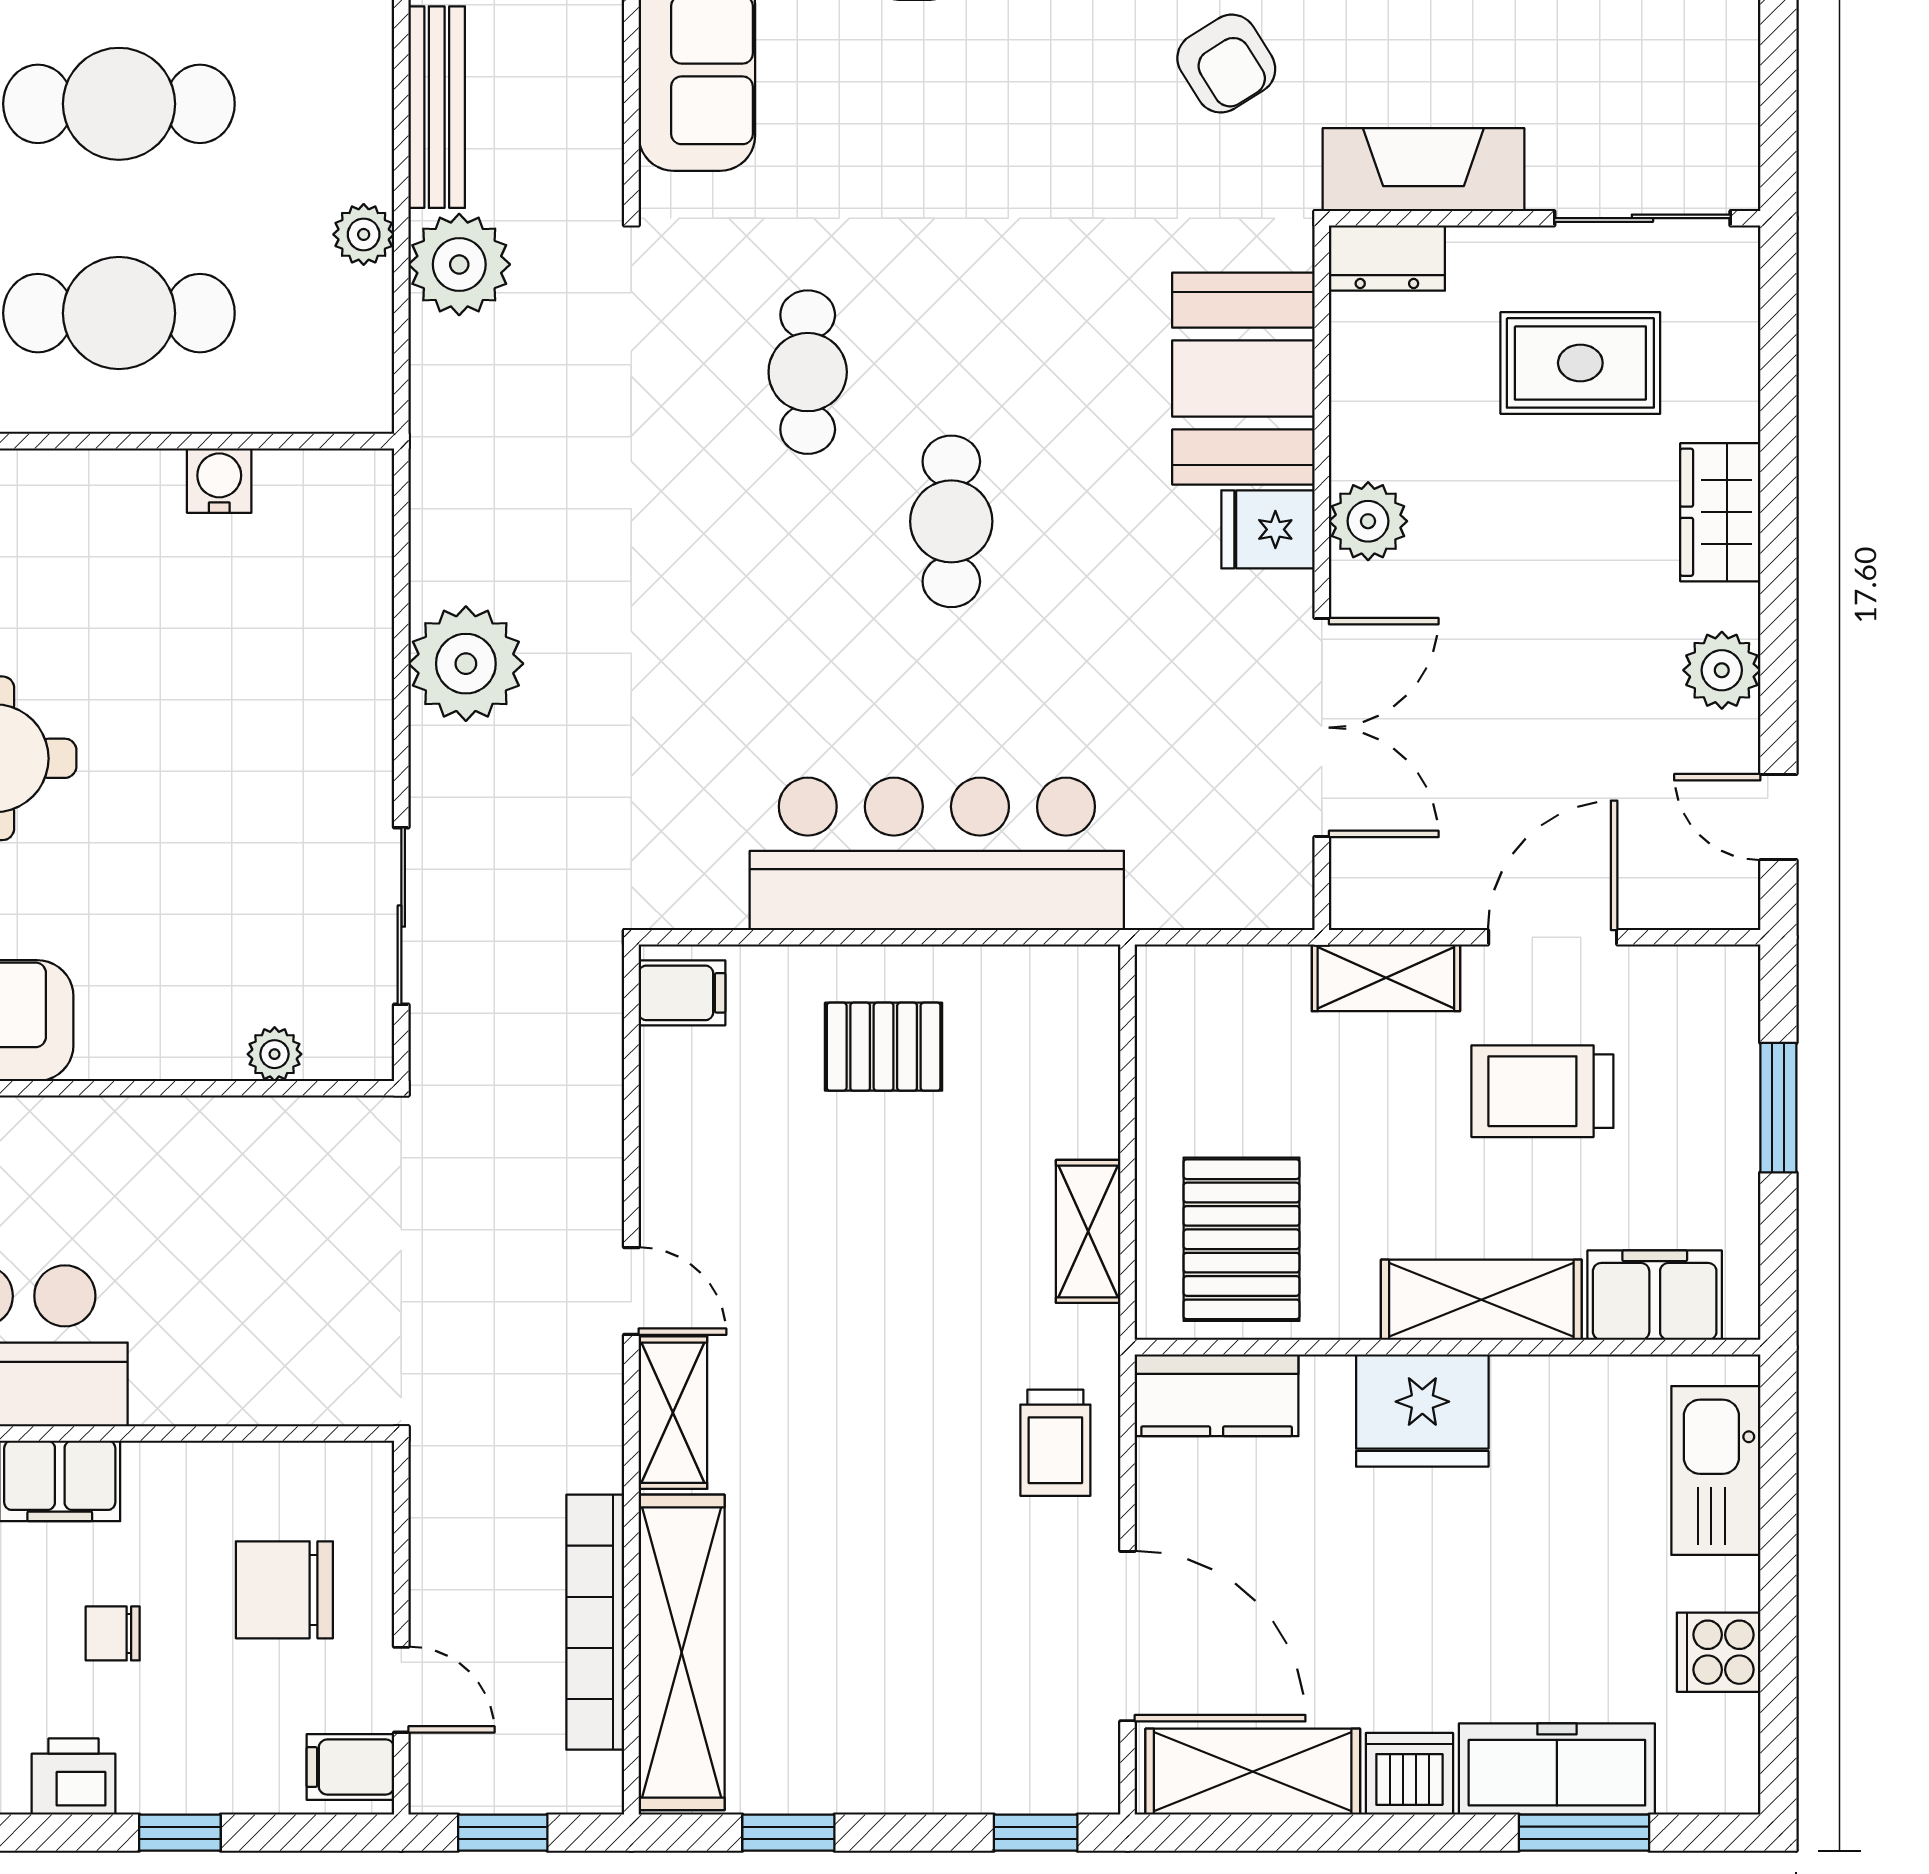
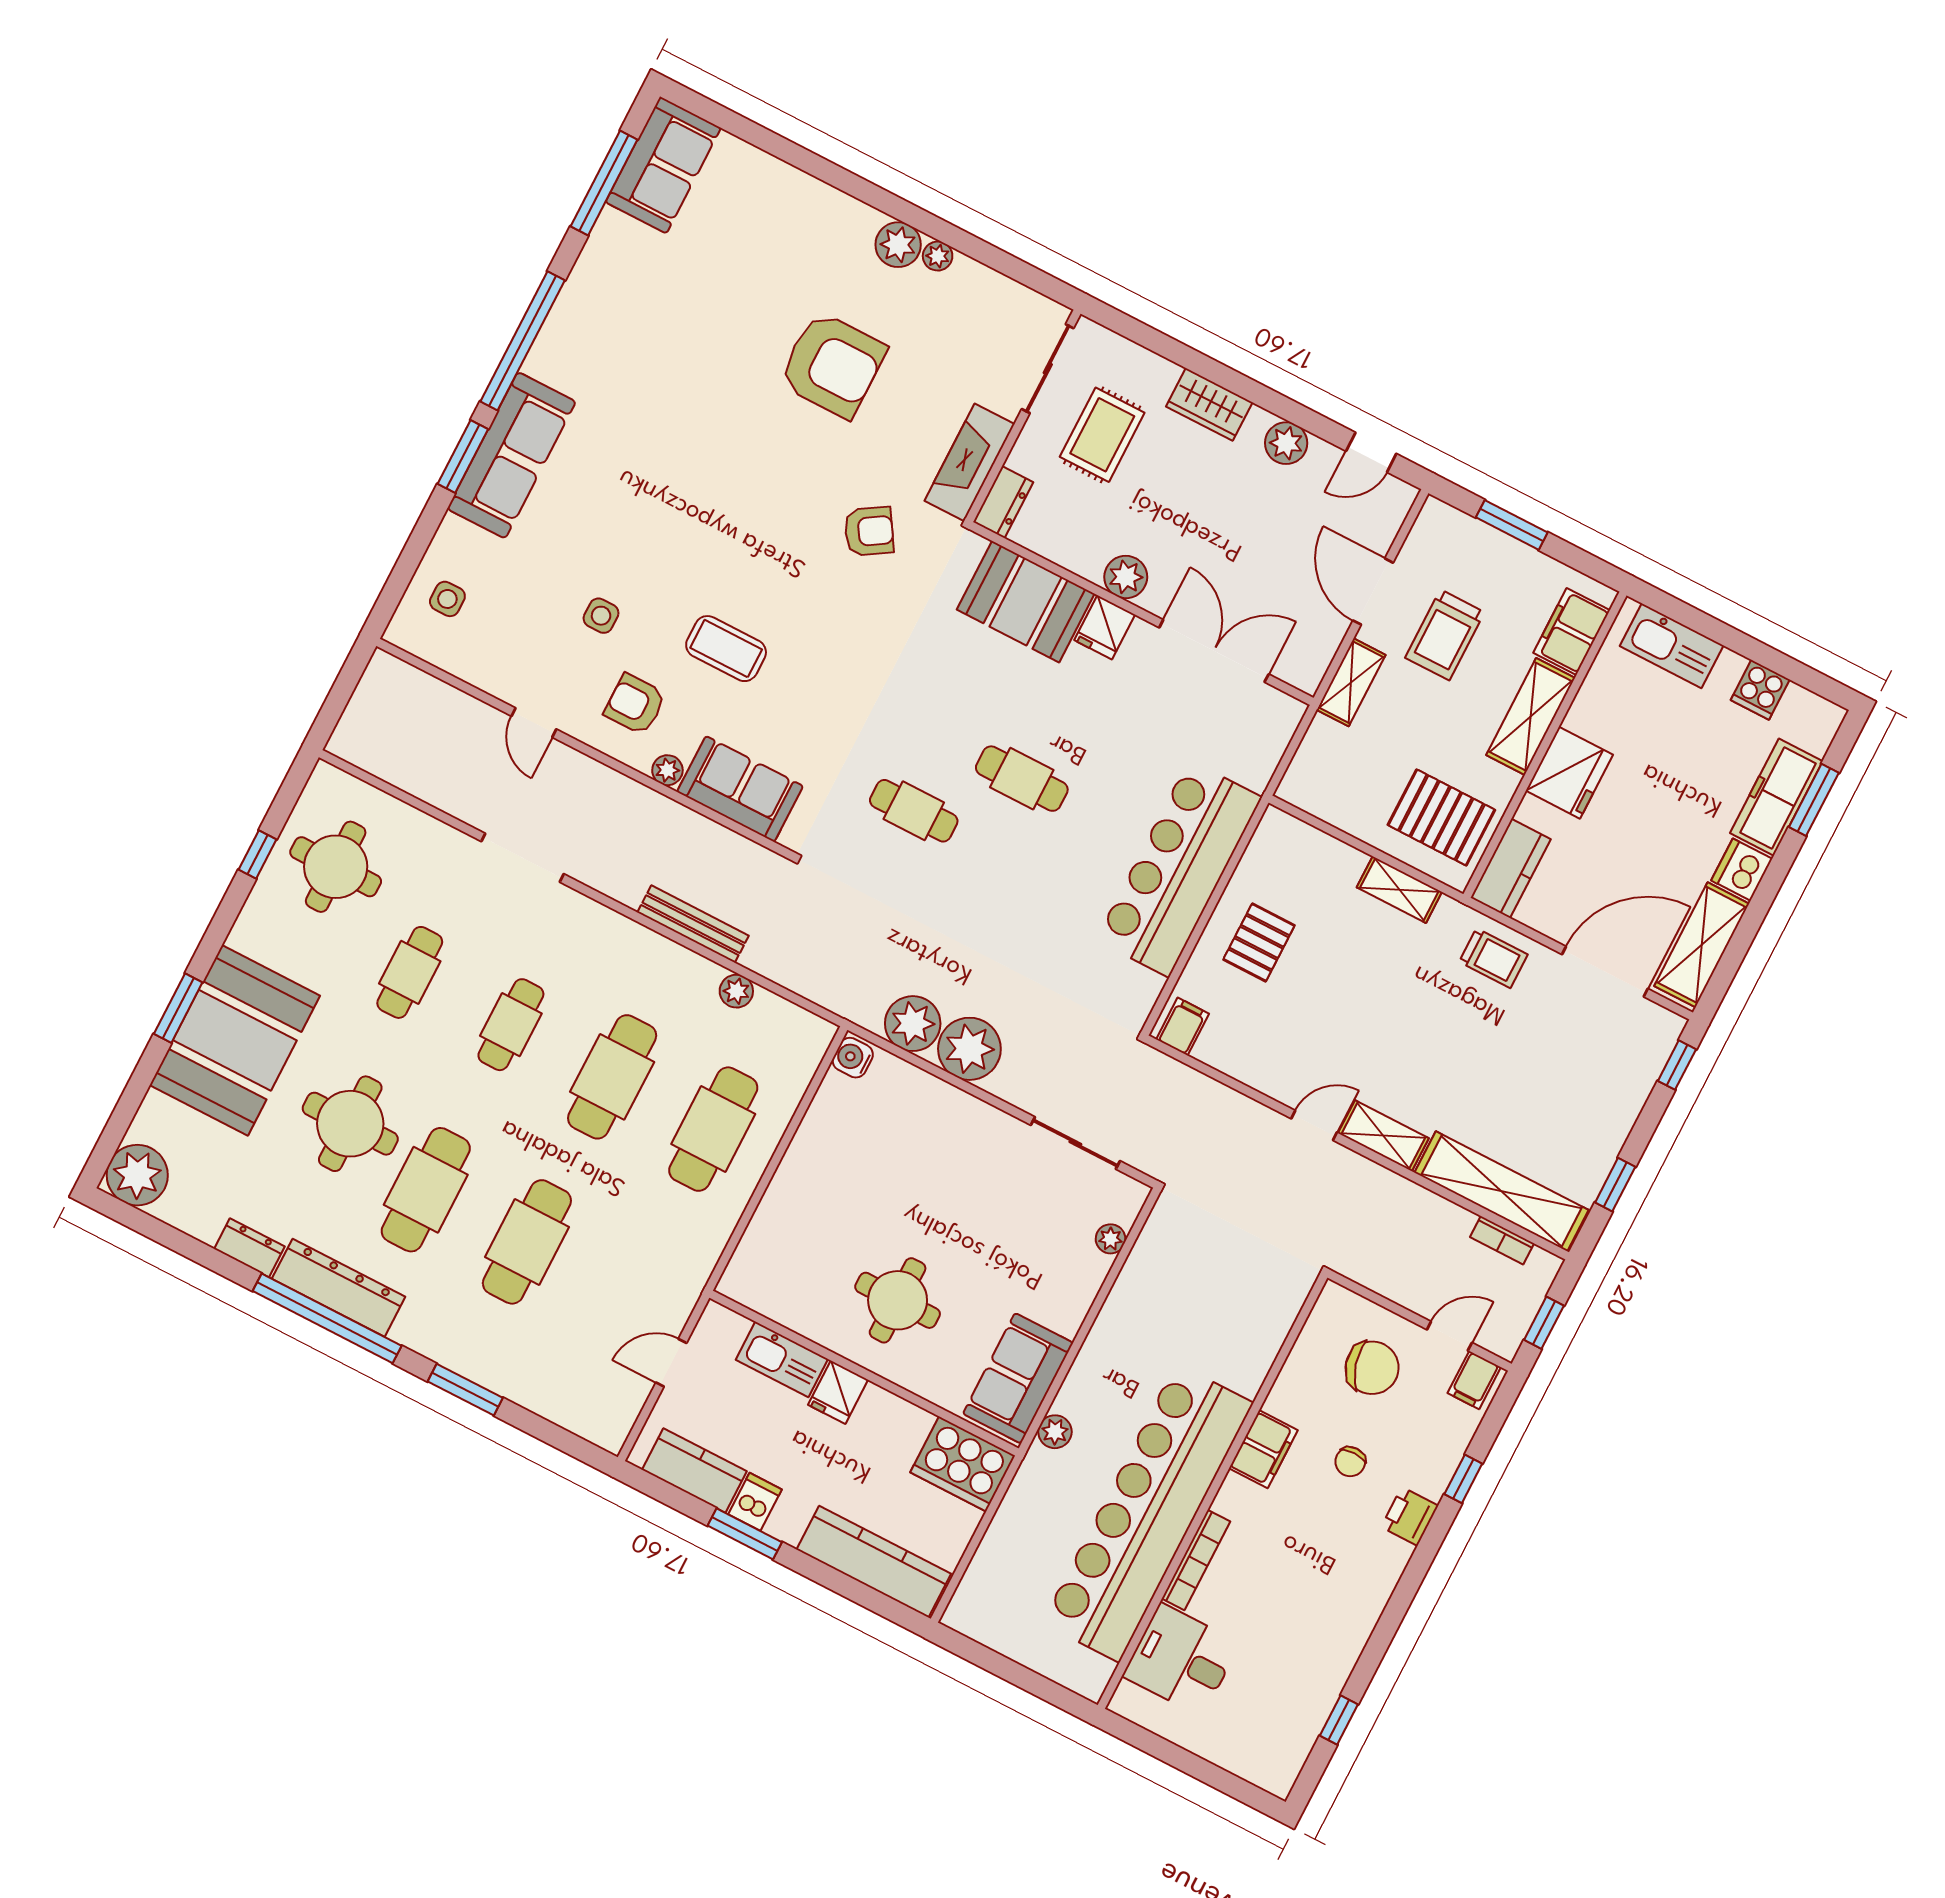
plant: (459, 264) -> (913, 1024), moved
water cooler: (219, 481) -> (853, 1058), moved
chair: (284, 1590) -> (1372, 1368), turned -106
bookcase: (595, 1622) -> (1502, 1240), width x0.43, depth x0.76

